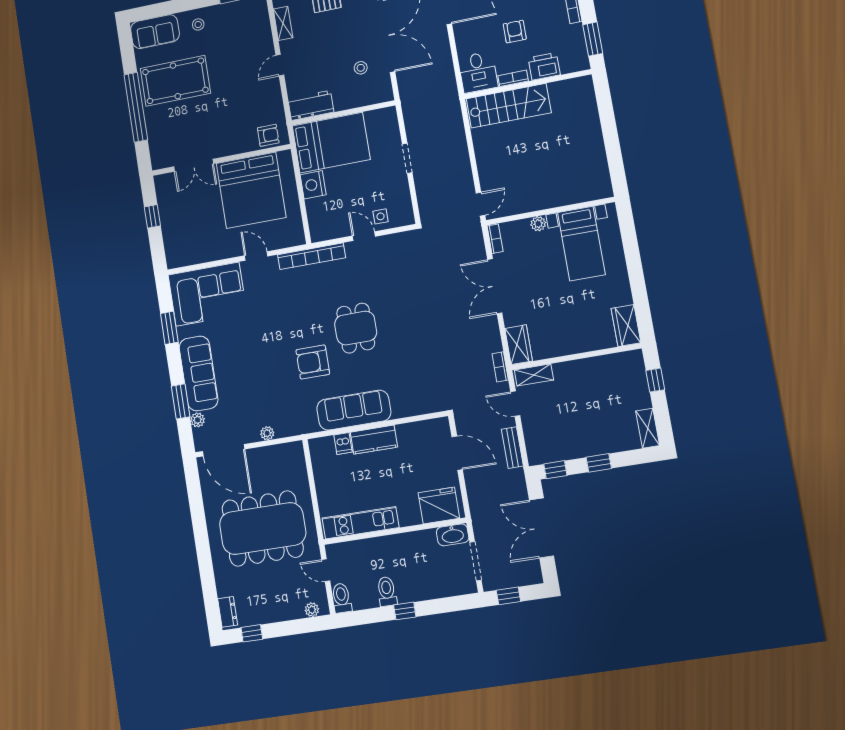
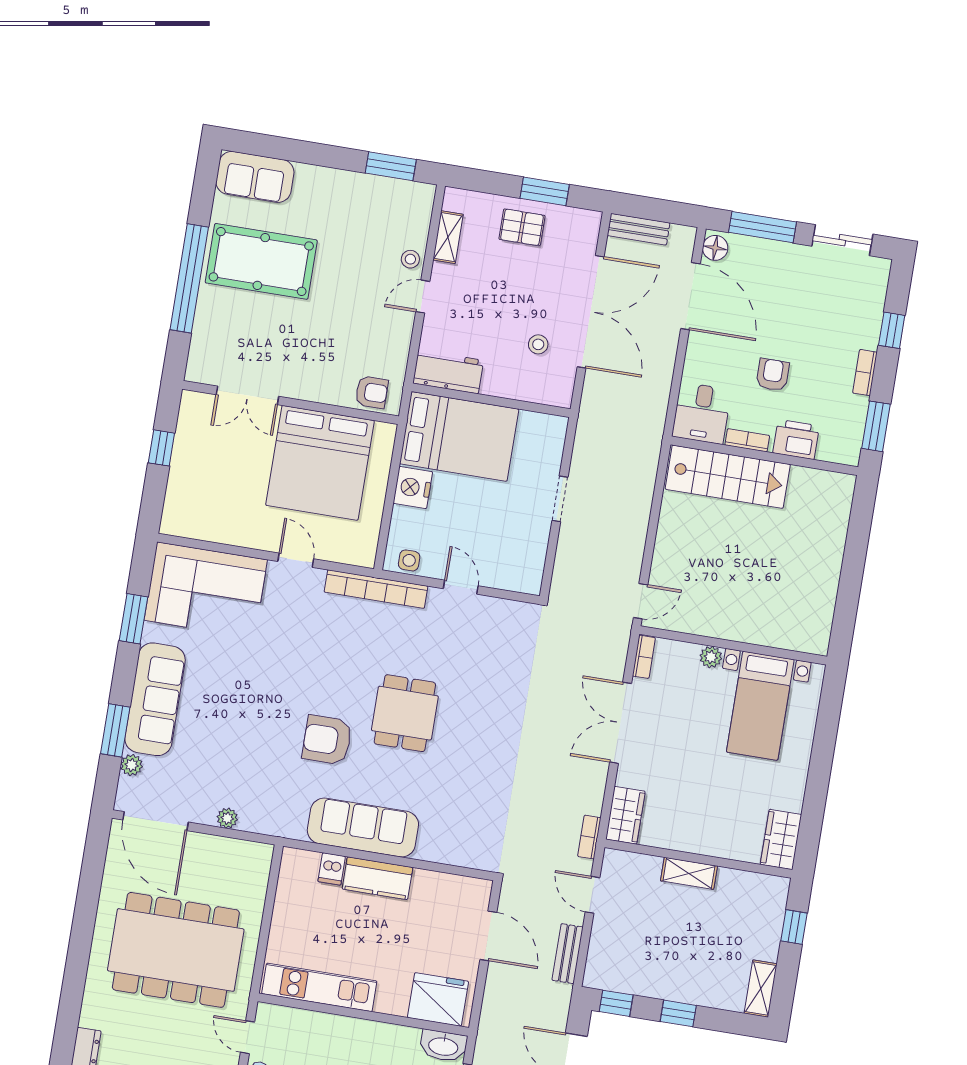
stool: (198, 24) -> (410, 259), moved
side table: (380, 216) -> (409, 560), moved
shelving: (534, 375) -> (689, 873), moved

